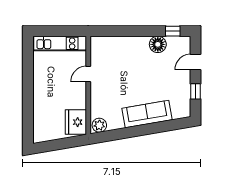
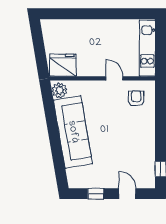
floor lamp: (158, 44) -> (146, 153), removed
armchair: (107, 54) -> (136, 98), added
sofa: (147, 114) -> (73, 132), width x1.36, depth x1.27

